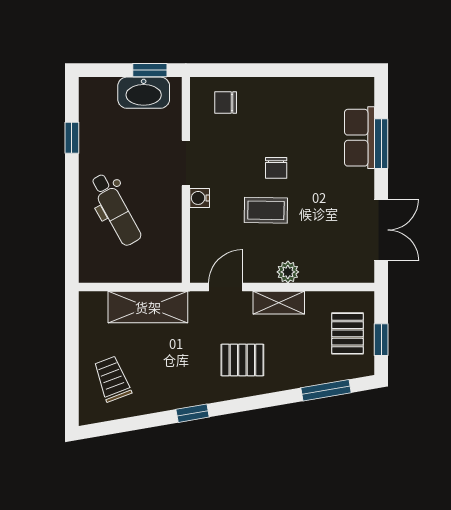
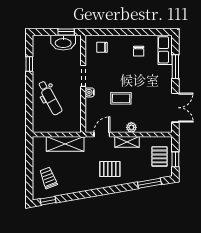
row of seats: (359, 138) -> (165, 50), moved
chair: (276, 168) -> (139, 51), moved
window: (193, 413) -> (48, 201), moved

